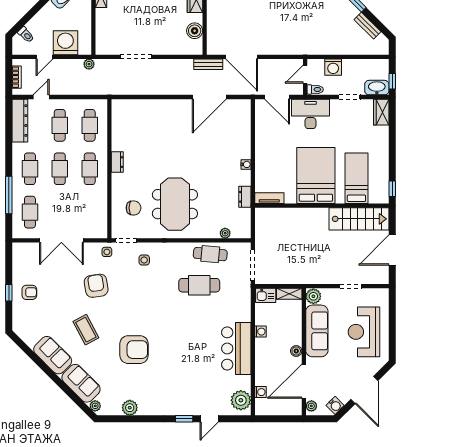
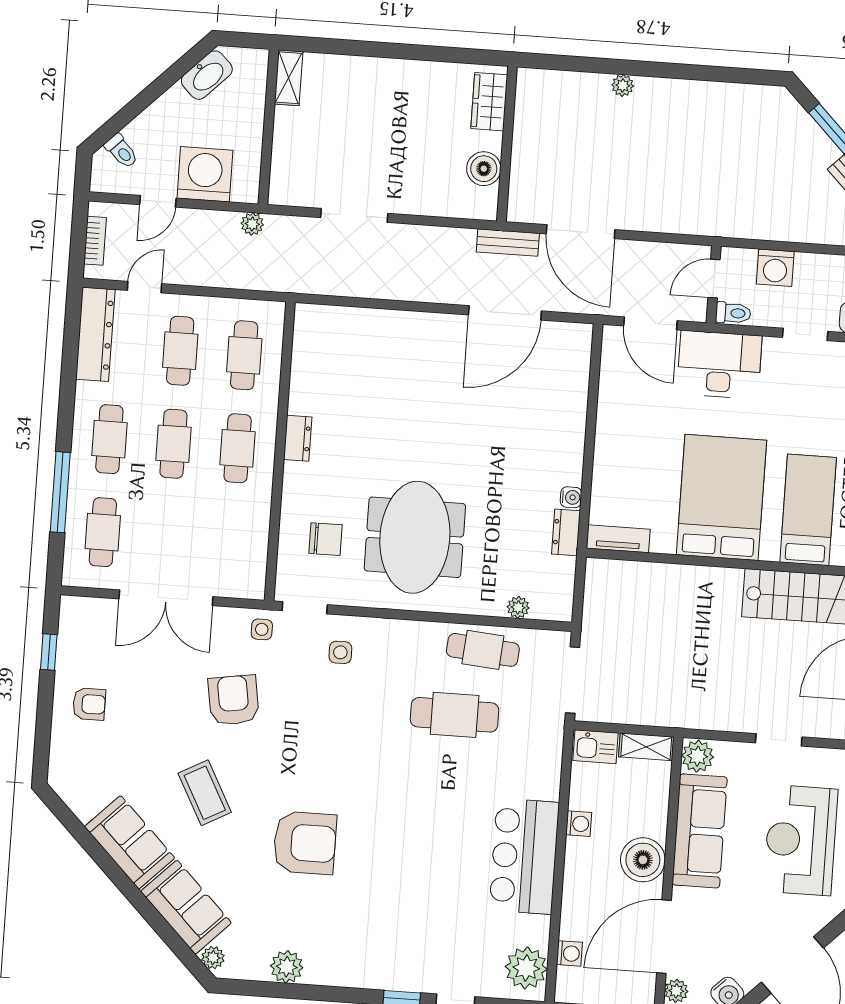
water cooler: (246, 164) -> (571, 497), moved
window: (9, 293) -> (49, 652), moved
boiler: (296, 351) -> (643, 860), width x1.86, depth x1.86

